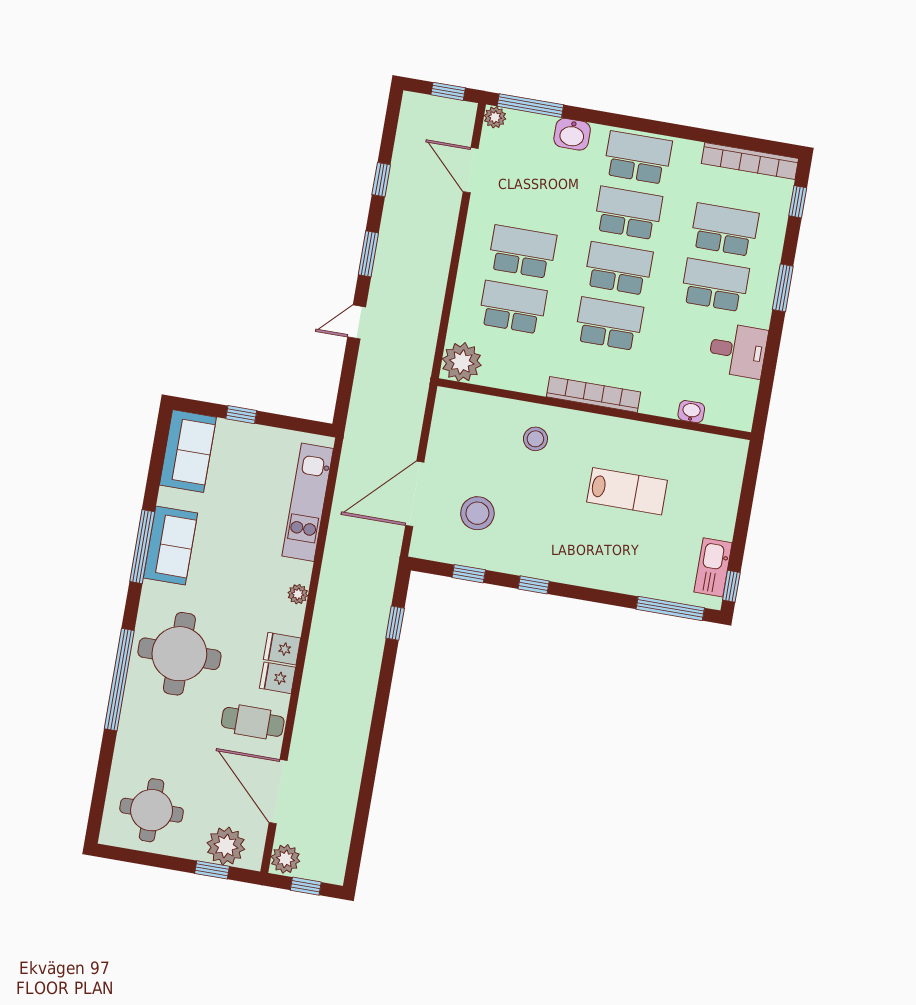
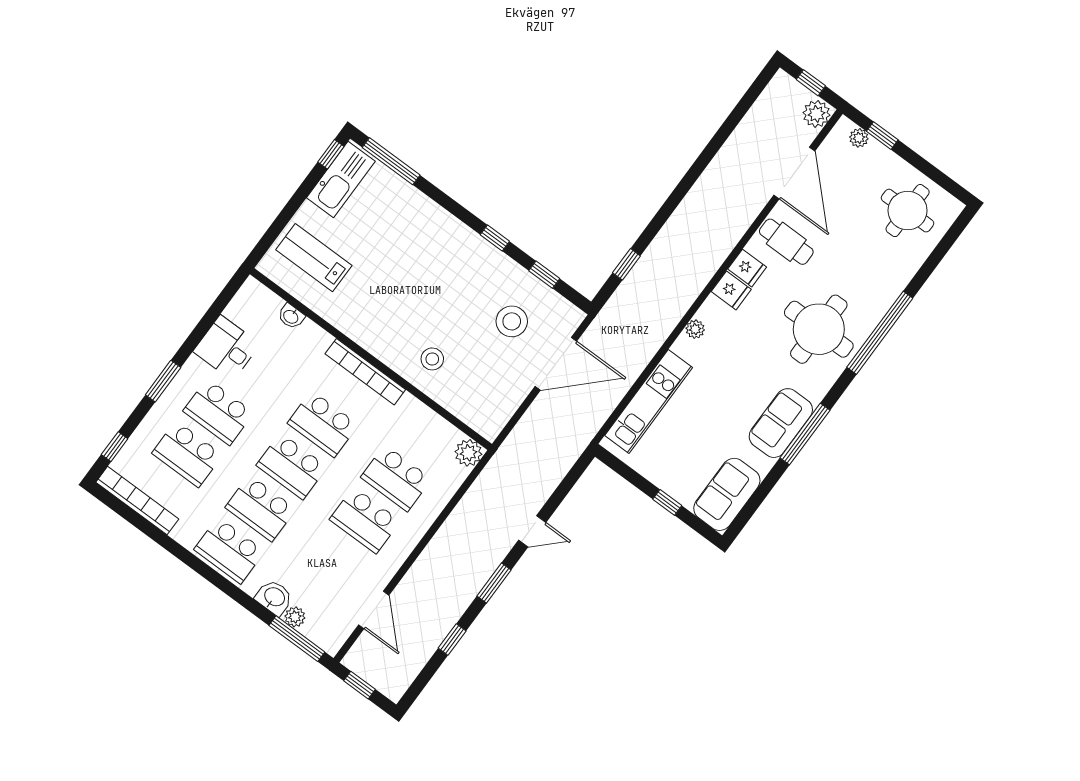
plant: (495, 117) -> (295, 617), moved
plant: (462, 362) -> (468, 453), width x0.73, depth x0.73
lab bench: (627, 491) -> (314, 258), moved
kitchen sink: (713, 567) -> (341, 180), width x1.36, depth x1.24
plant: (226, 846) -> (859, 138), width x0.53, depth x0.53

